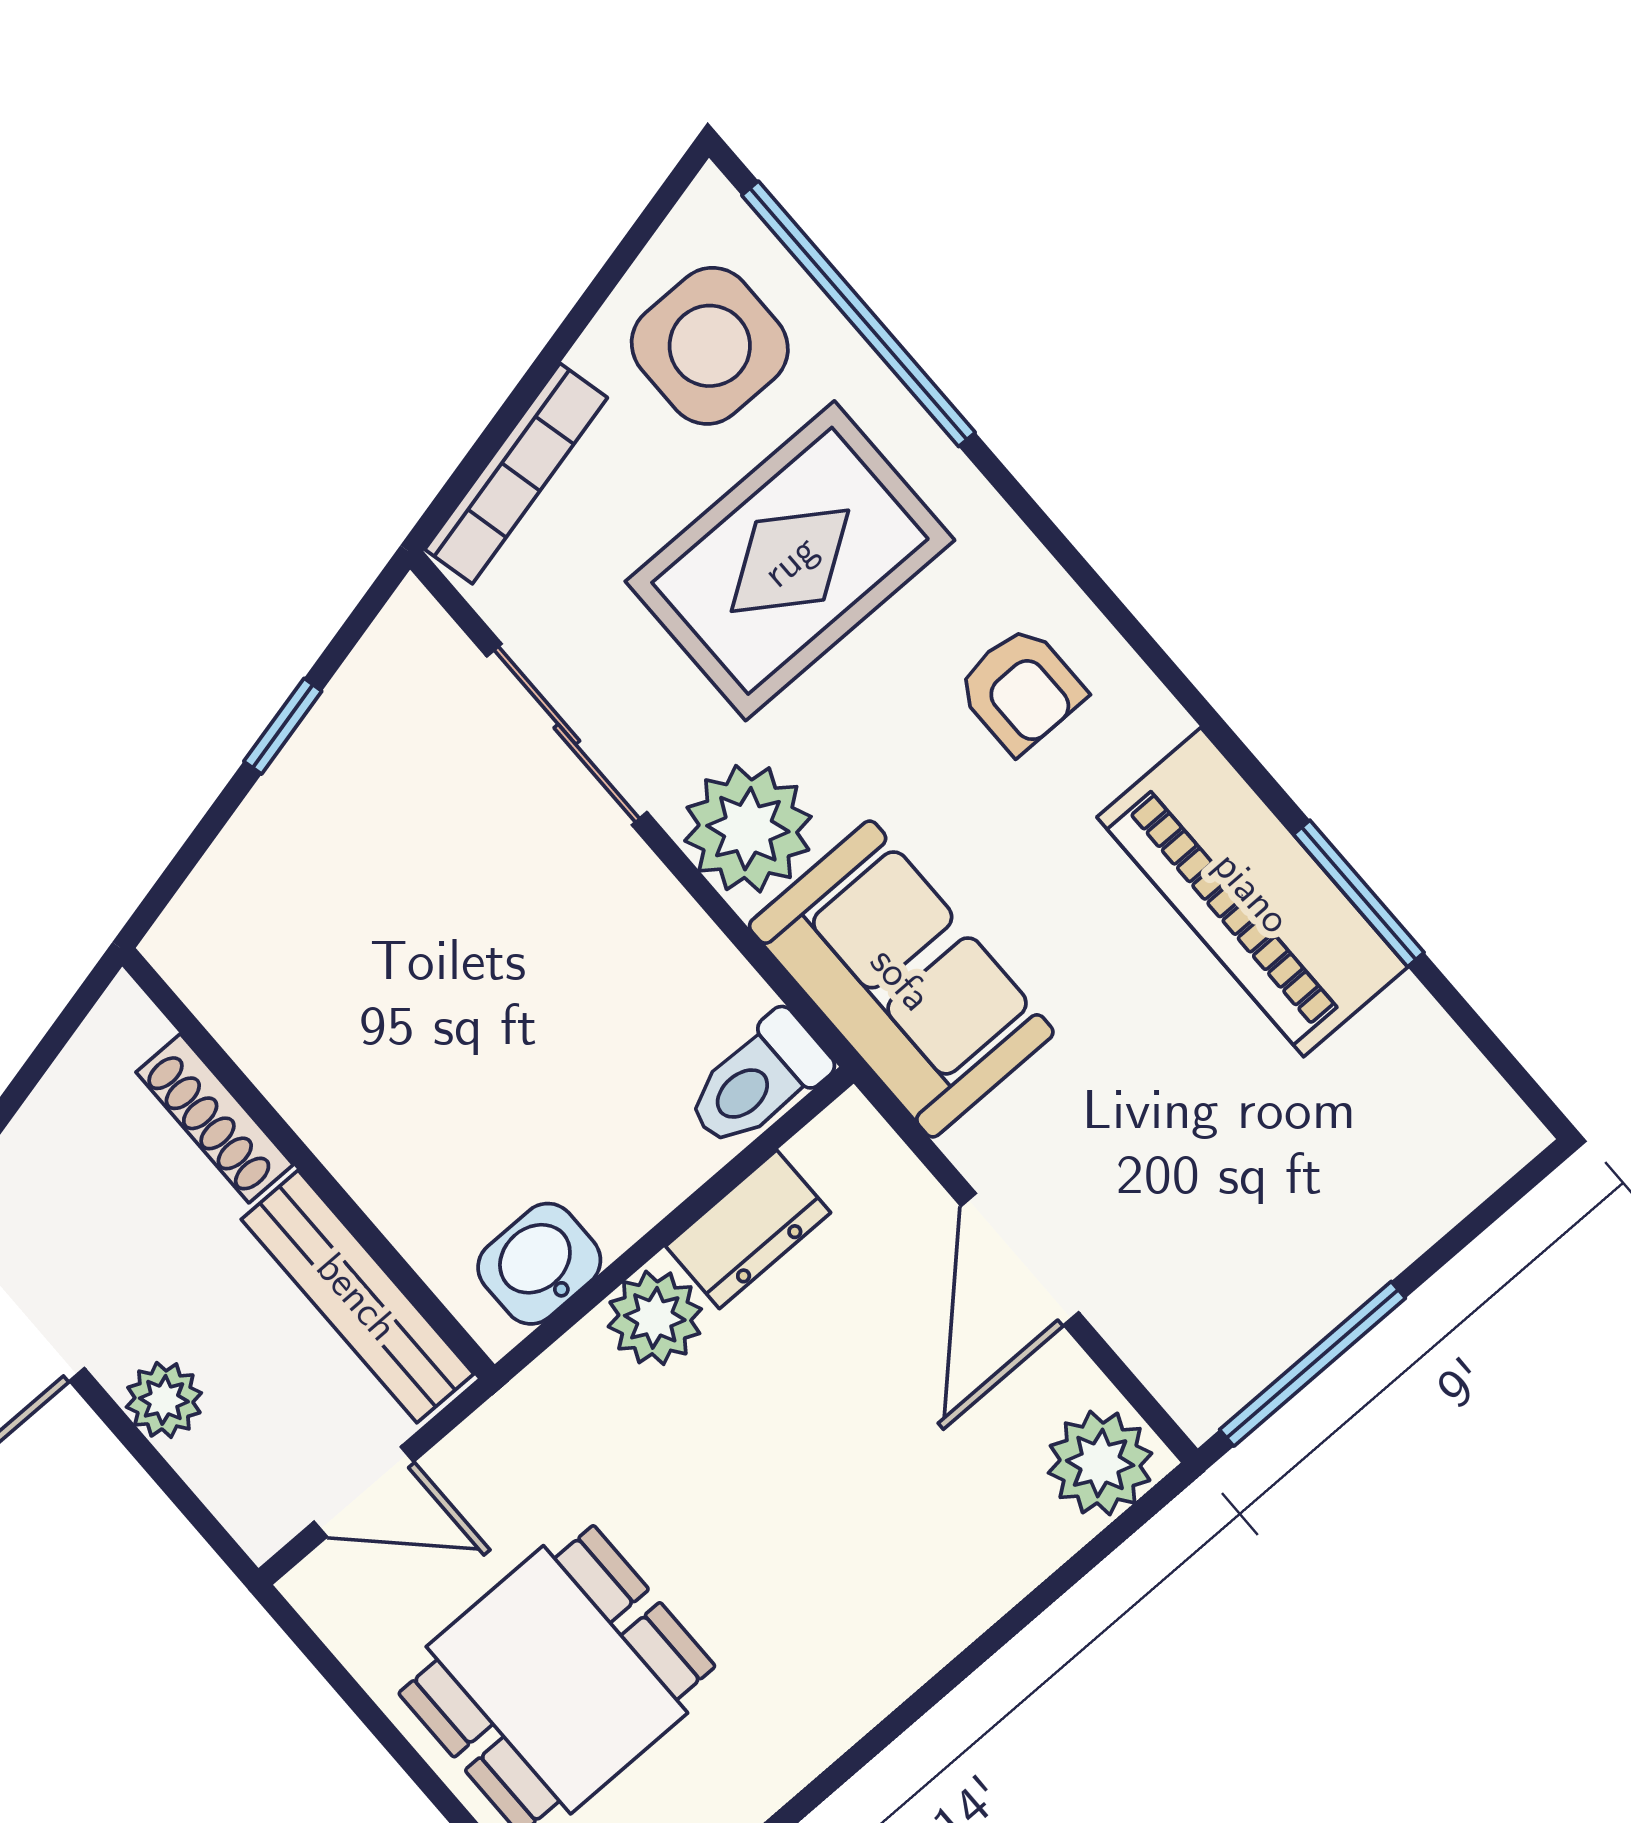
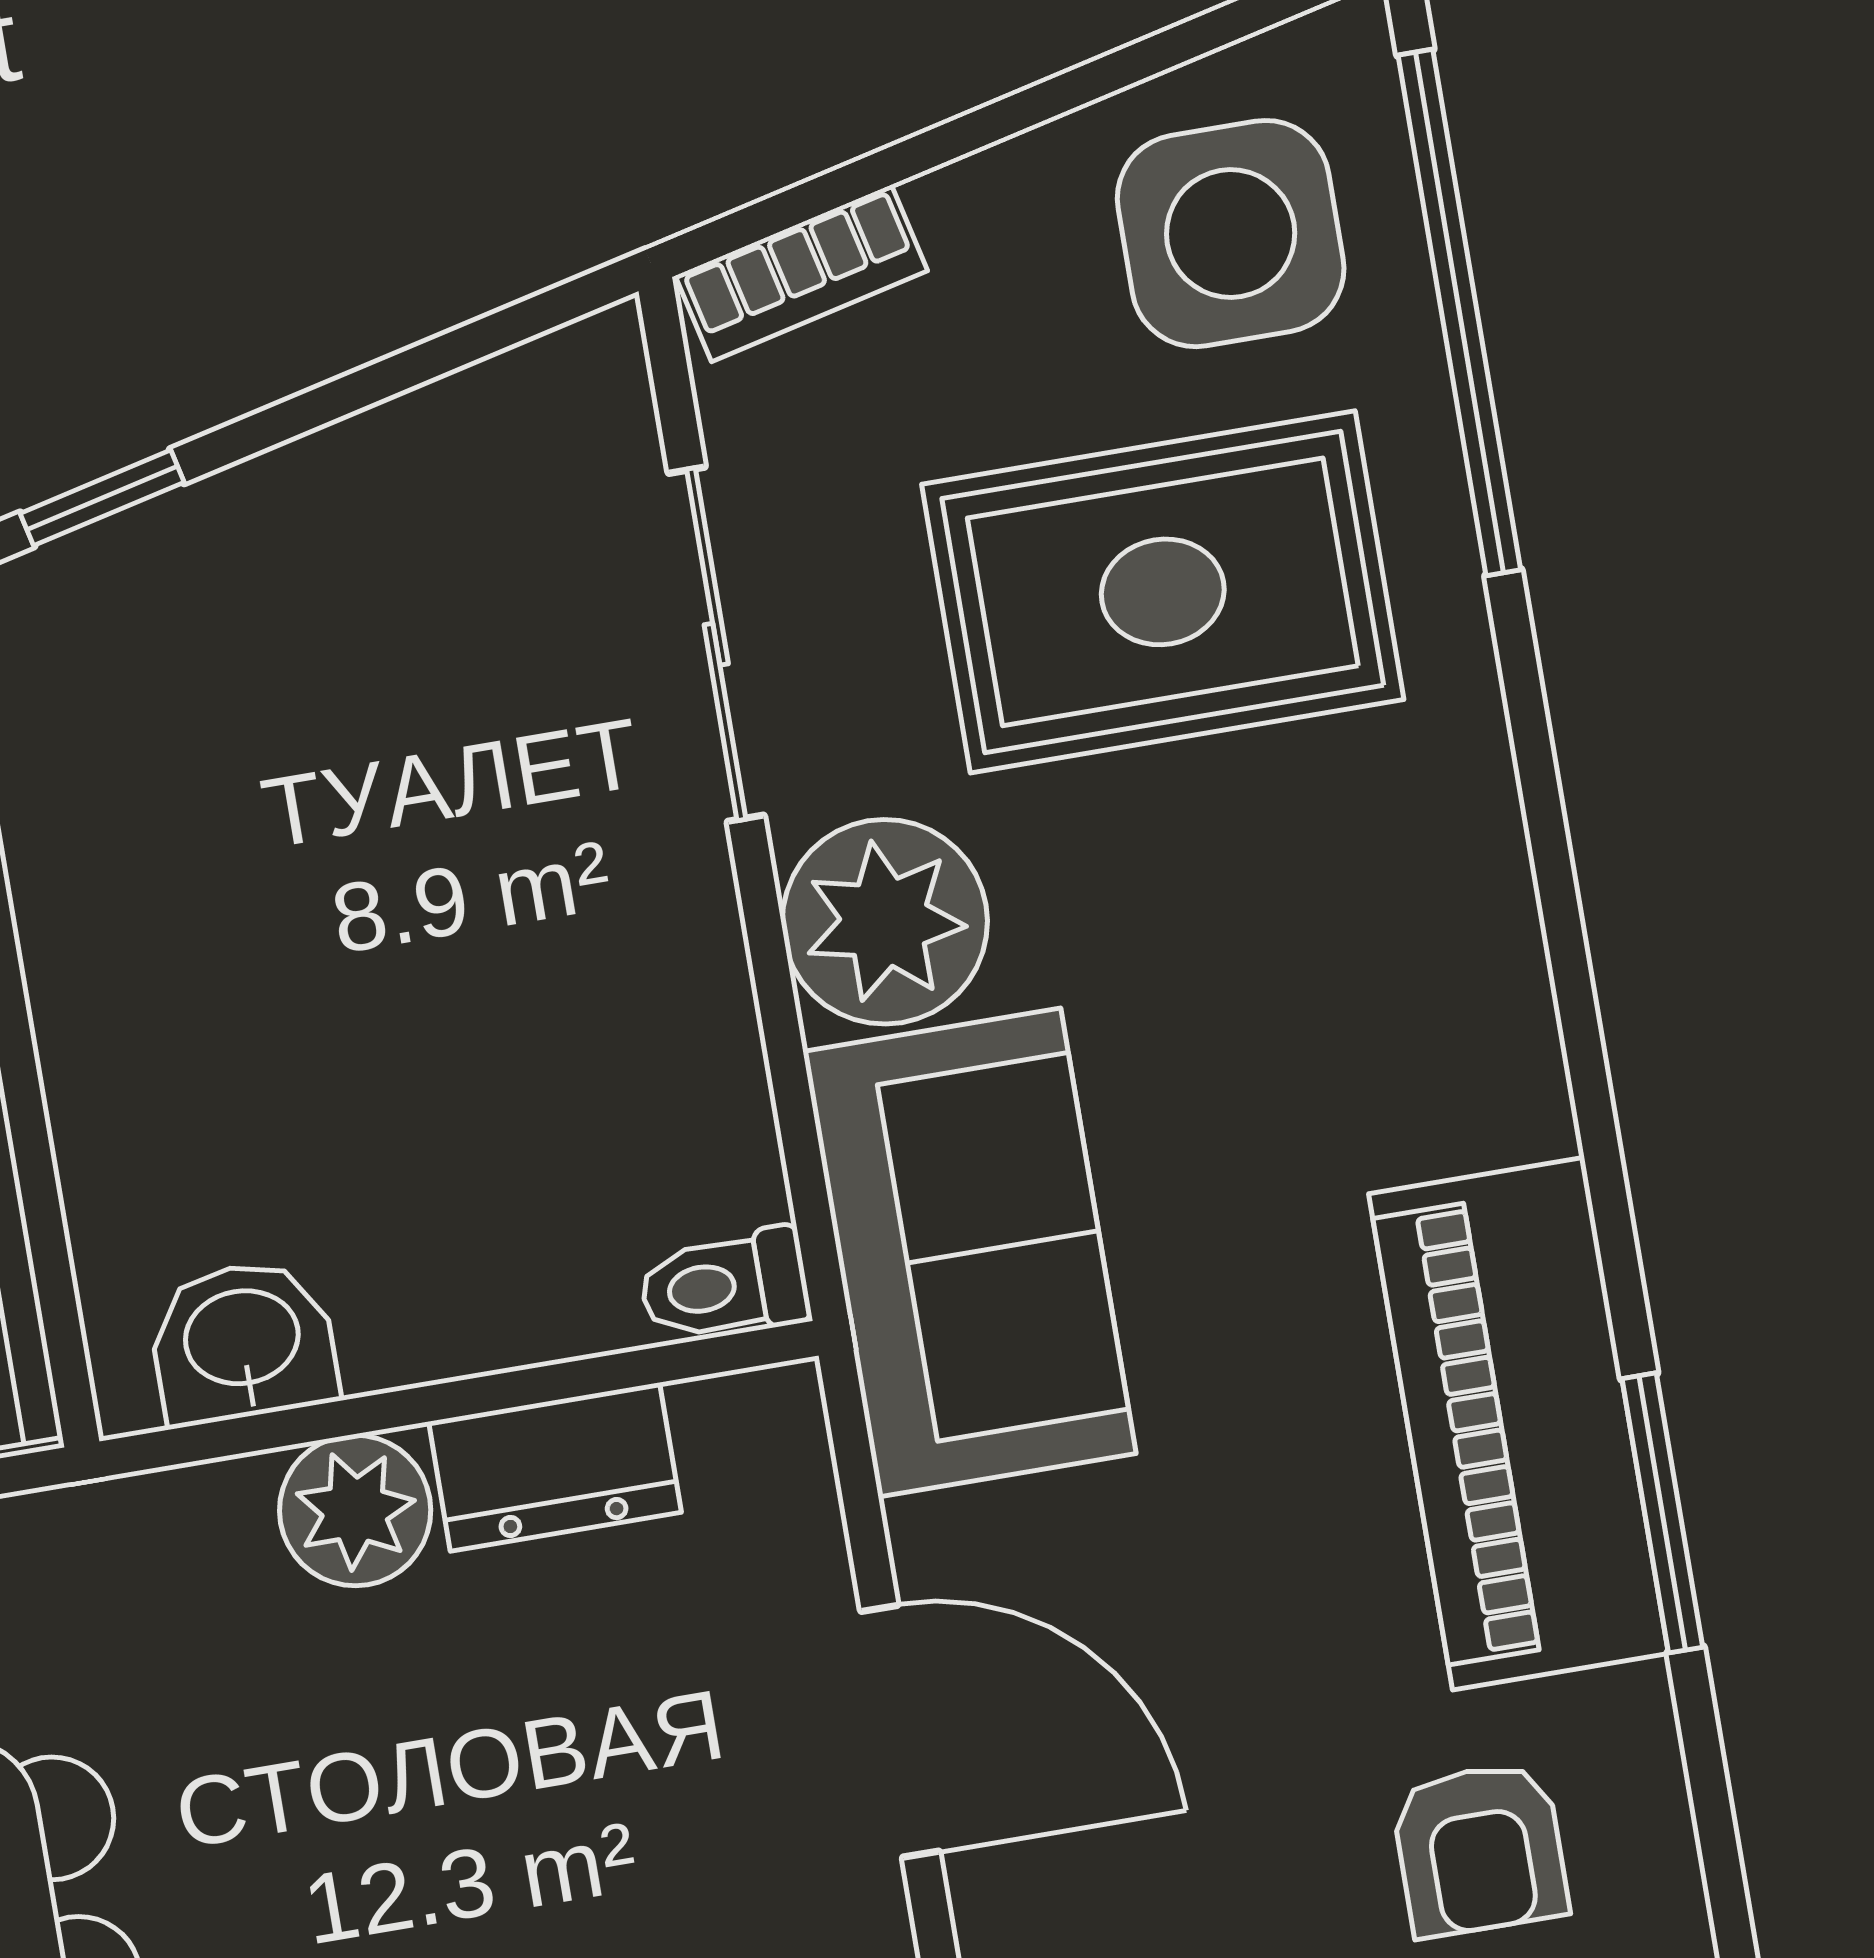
bookcase: (516, 474) -> (801, 273), width x0.64
armchair: (1021, 690) -> (1480, 1849), moved
window: (283, 726) -> (102, 498), moved
toilet: (757, 1081) -> (724, 1285), width x0.73, depth x0.72
door: (1020, 1259) -> (900, 1731), swing flipped

